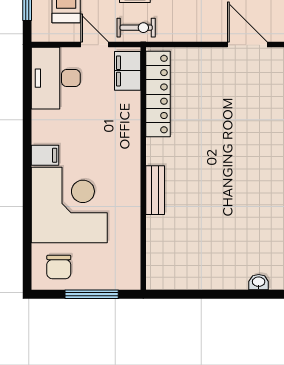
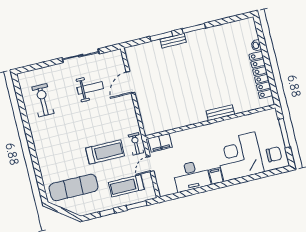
desk: (56, 78) -> (192, 176), moved
locker: (158, 94) -> (261, 75), moved, turned -90

